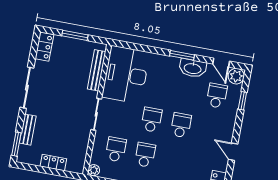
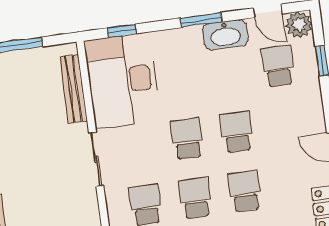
window: (135, 47) -> (122, 31), added
school desk: (174, 160) -> (245, 191), added

